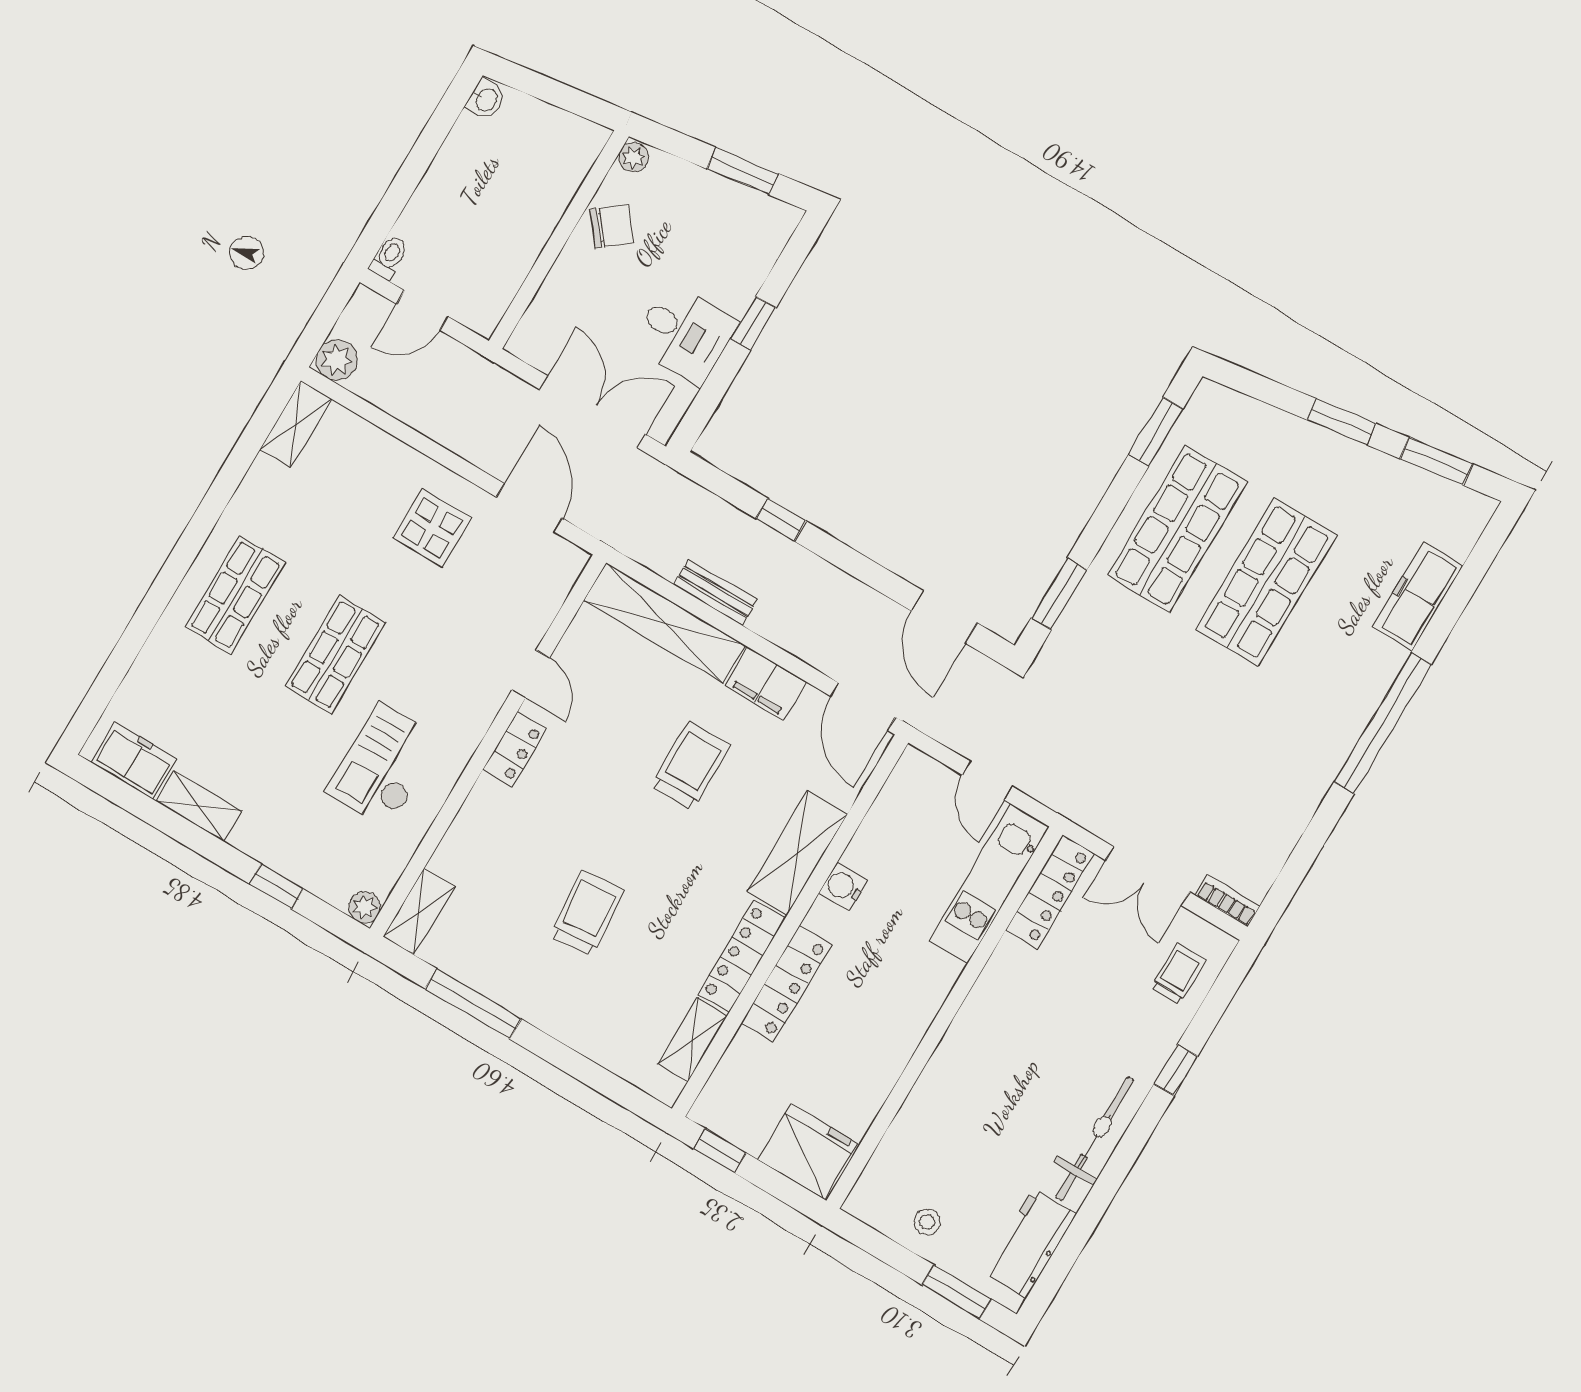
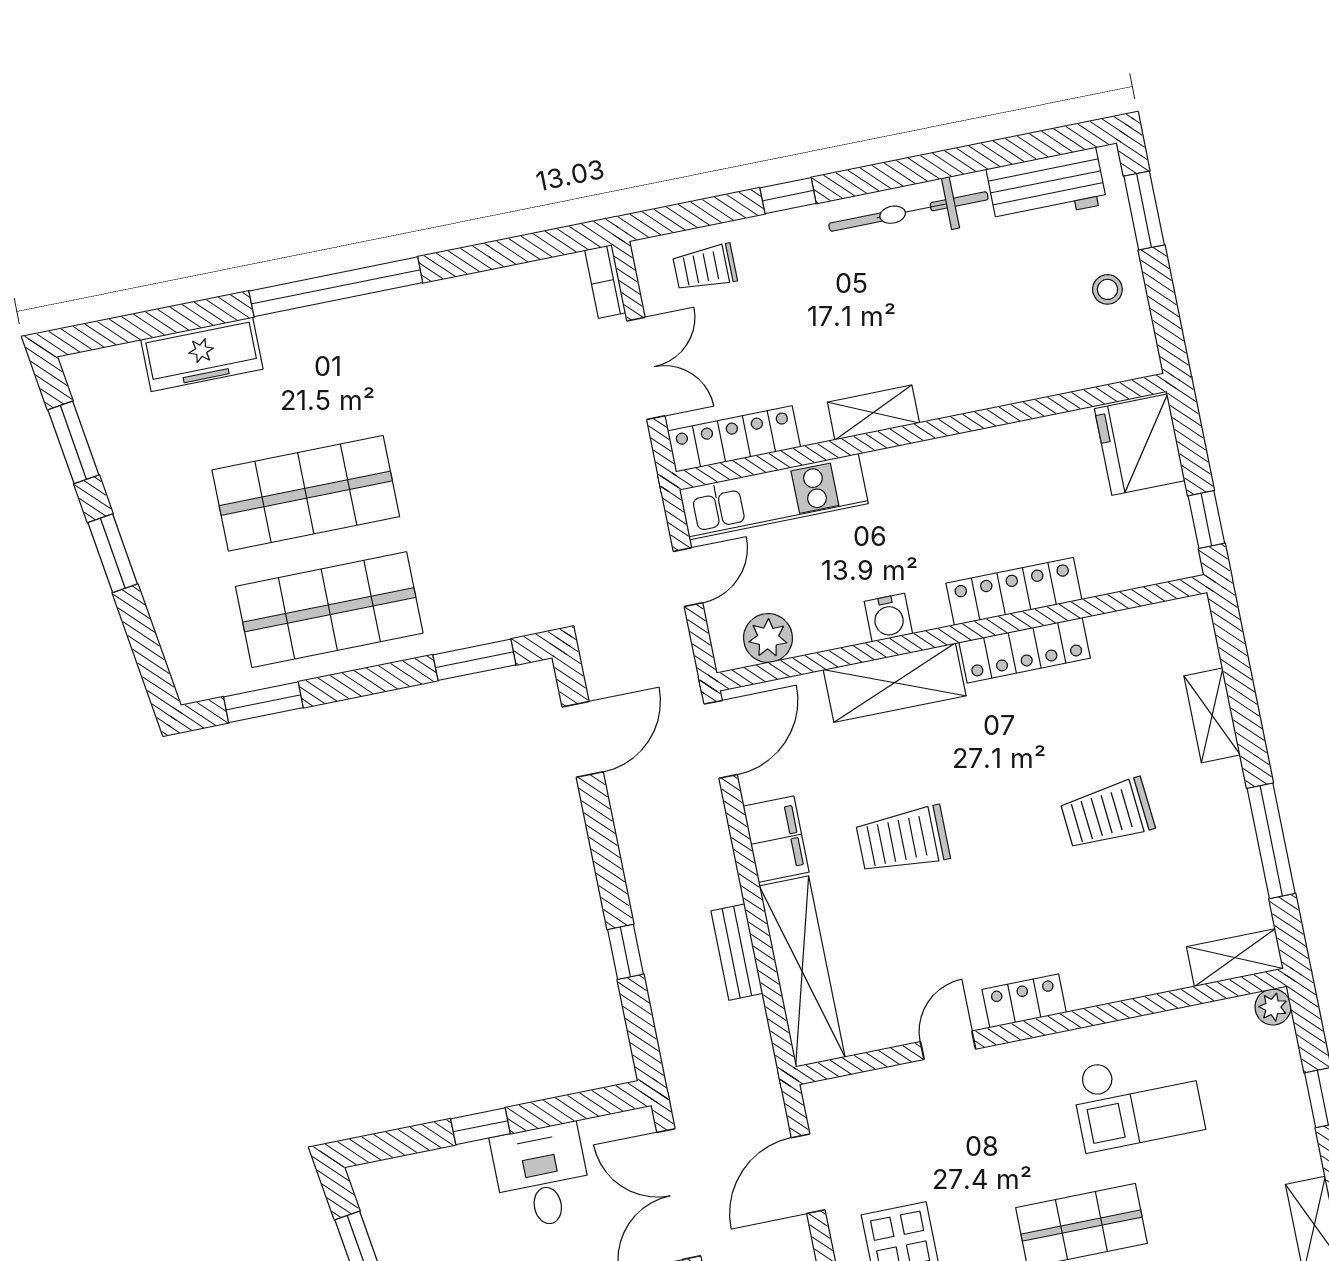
plant: (901, 797) -> (768, 638), added
shelving: (985, 998) -> (873, 413), added
shelving: (693, 1040) -> (1212, 715), moved, turned 90

